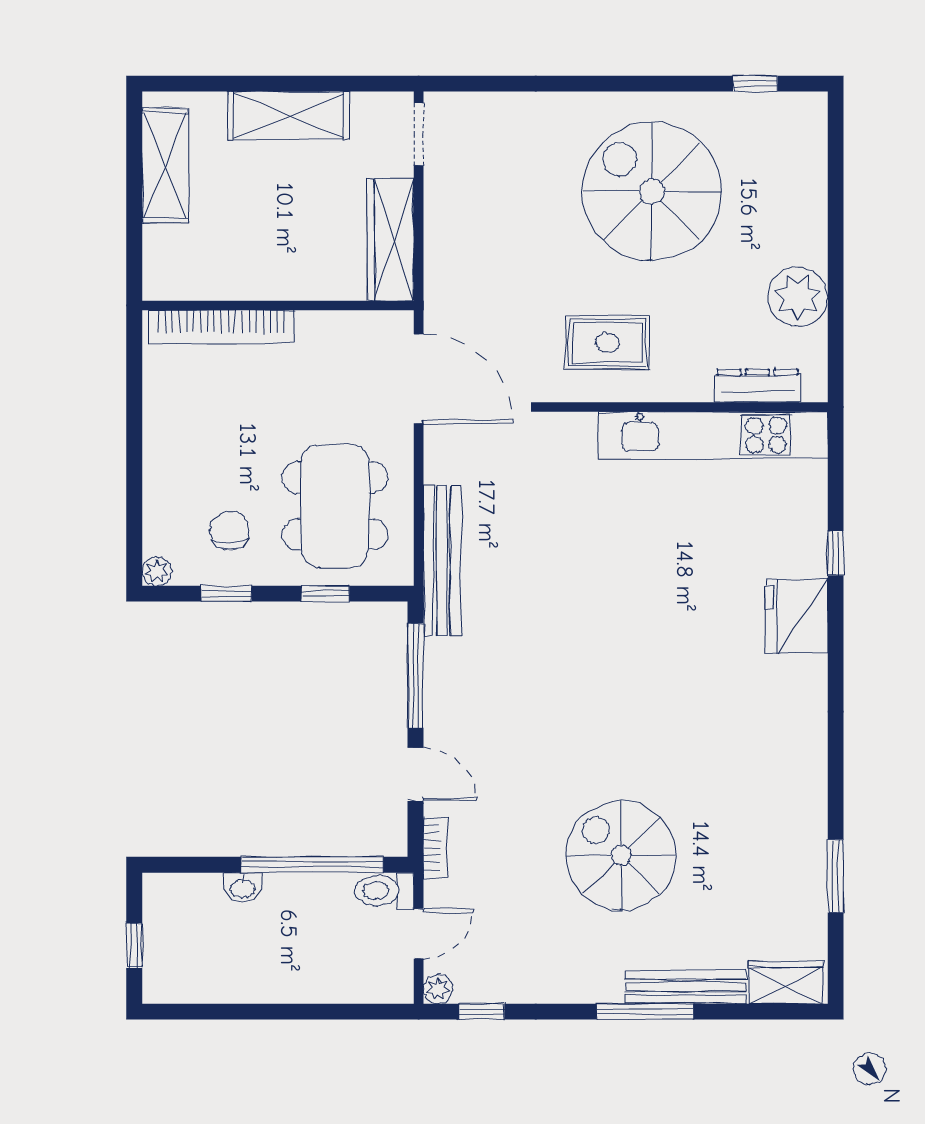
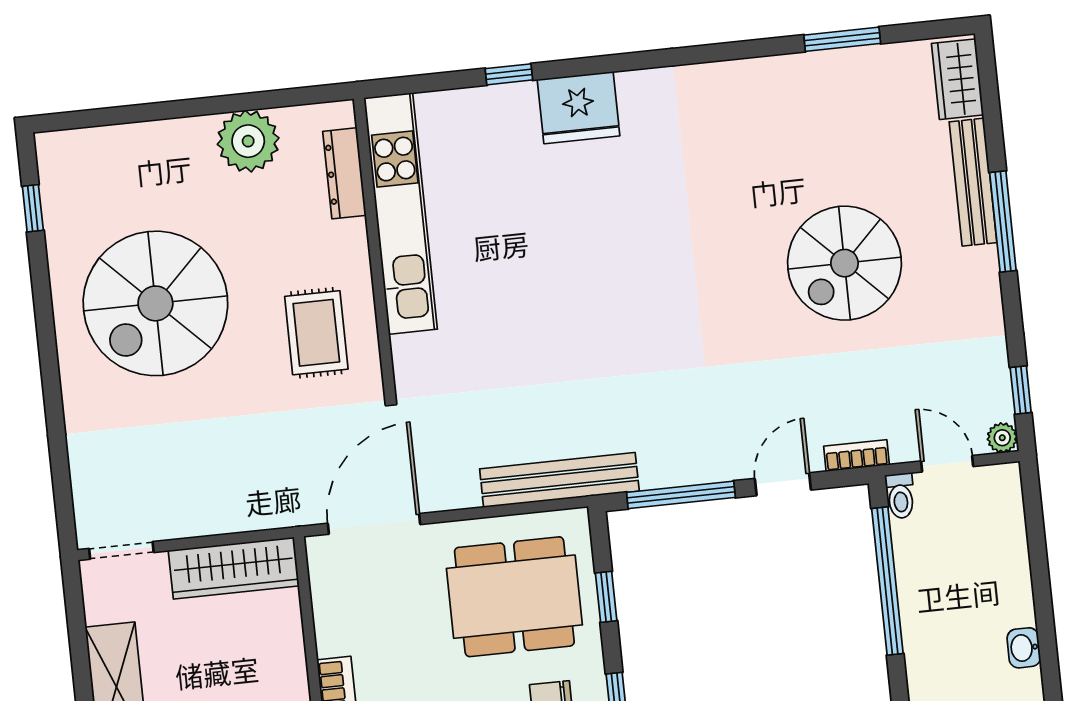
washbasin: (242, 888) -> (1024, 648), moved, turned 180
toilet: (384, 891) -> (900, 496), width x0.73, depth x0.72

